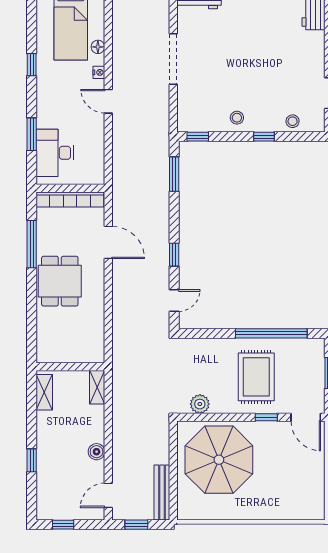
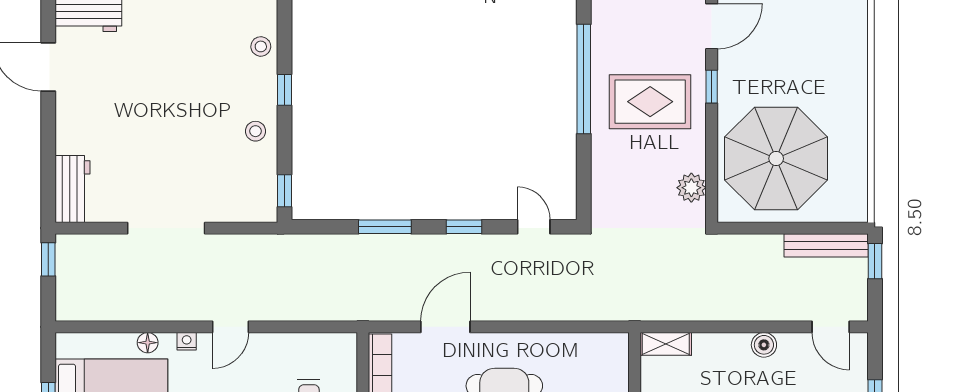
window: (174, 174) -> (385, 227), moved
window: (136, 525) -> (875, 261), moved

